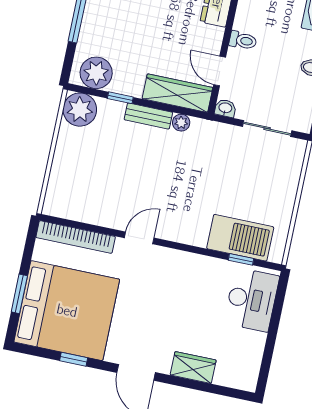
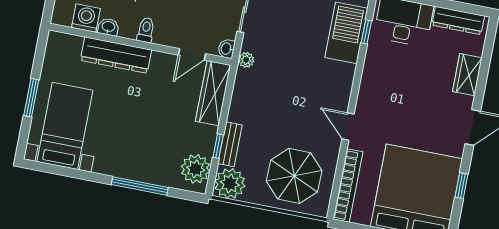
toilet: (243, 40) -> (146, 30), moved
bench: (148, 116) -> (230, 144), moved
plant: (181, 123) -> (246, 60), moved
parasol: (87, 179) -> (294, 176), added
dresser: (252, 359) -> (458, 21), added

